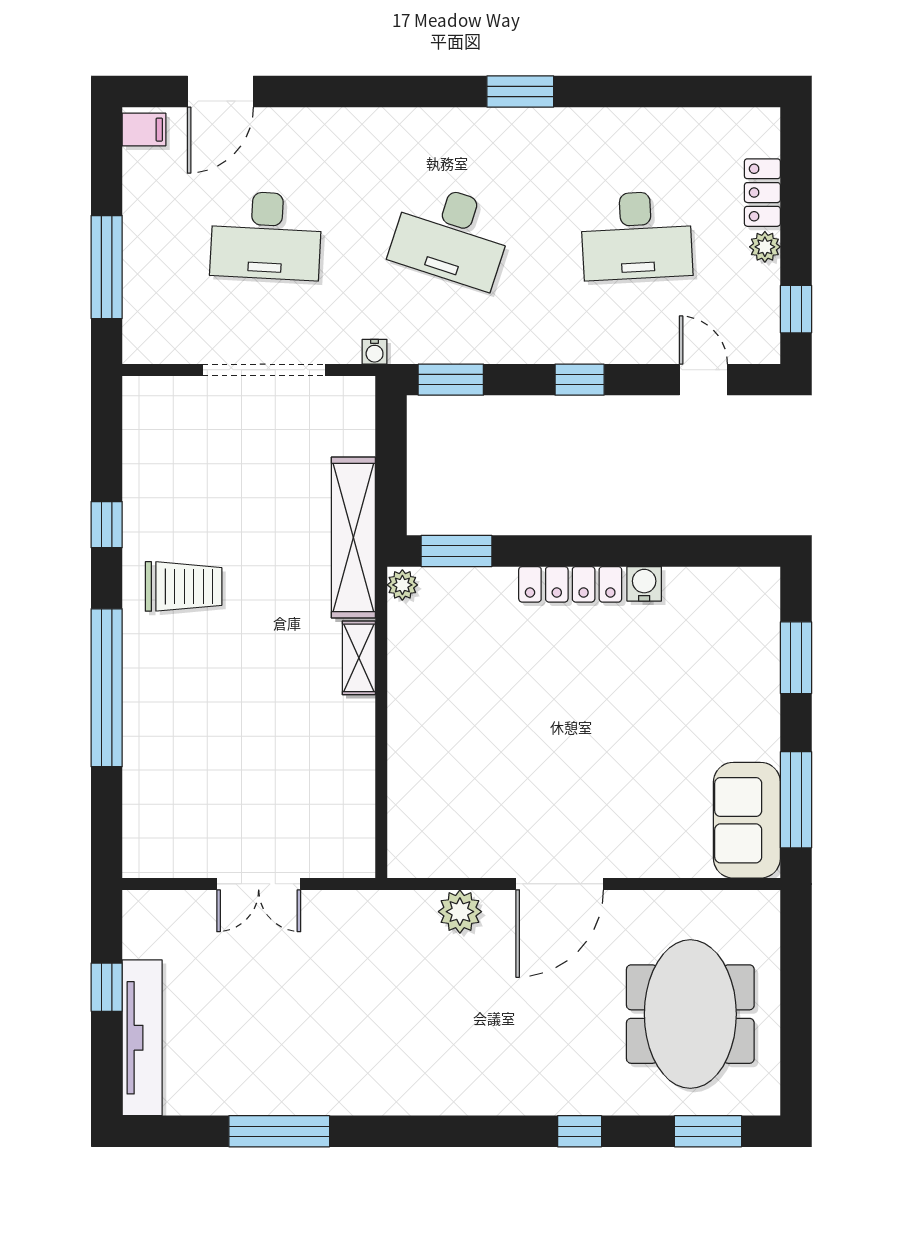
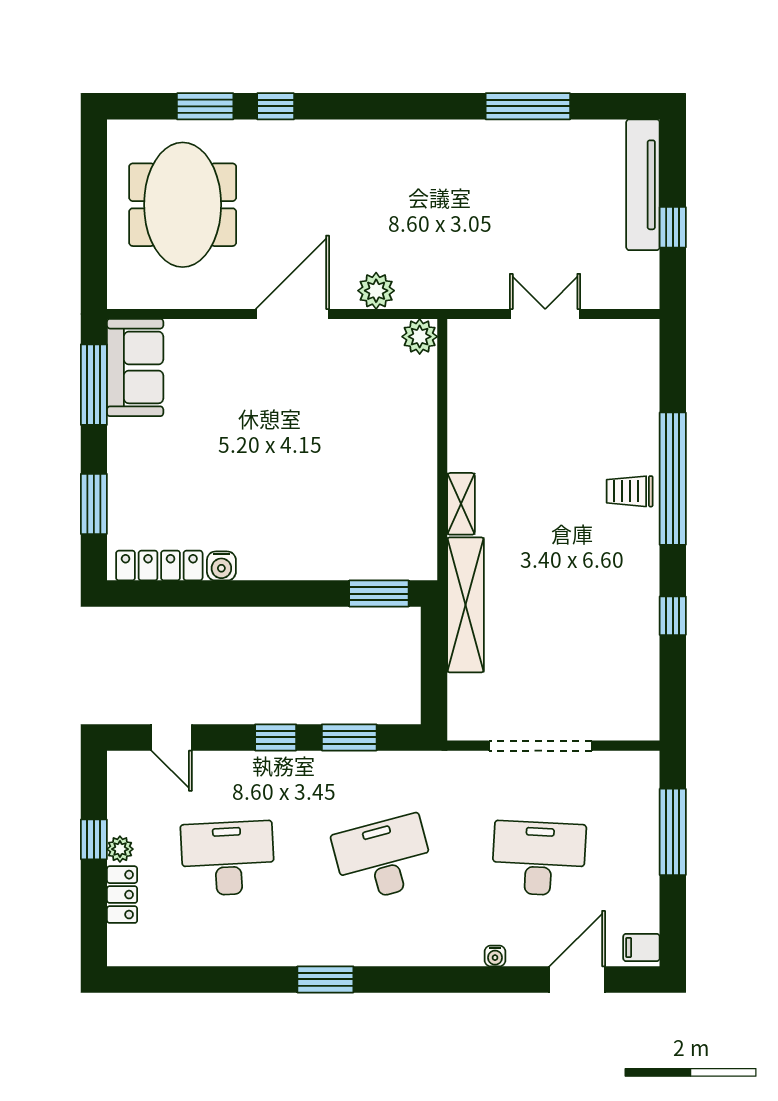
desk: (451, 236) -> (383, 858), turned -33
window: (796, 309) -> (94, 839), moved
water cooler: (375, 352) -> (495, 956), moved, turned 180
window: (451, 380) -> (349, 737), moved
locker: (570, 584) -> (159, 566), moved
plant: (402, 585) -> (420, 337), moved, width x1.38, depth x1.38
trolley: (184, 586) -> (630, 491), moved, width x0.73, depth x0.72
window: (708, 1131) -> (205, 106), moved

